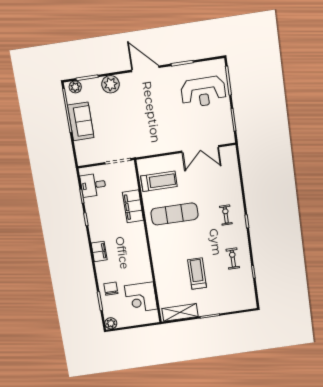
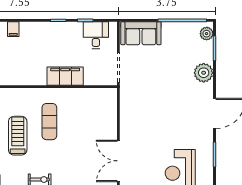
sofa: (81, 121) -> (141, 33), moved
treadmill: (159, 181) -> (18, 136), moved, turned 180
exercise mat: (174, 214) -> (49, 122), width x0.73, depth x0.69
filing cabinet: (99, 251) -> (13, 29), width x0.50

